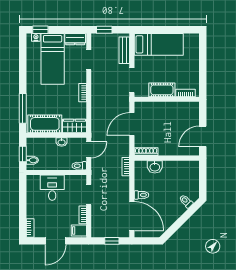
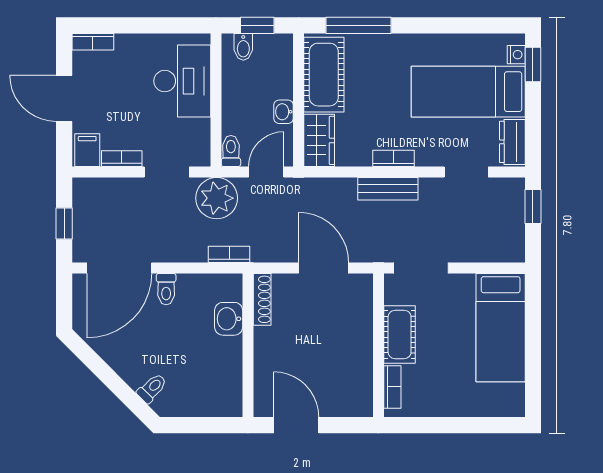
bench: (124, 50) -> (388, 189), moved
door: (89, 150) -> (266, 172), swing flipped
plant: (100, 172) -> (217, 198), added
desk: (52, 188) -> (182, 81), width x1.37

